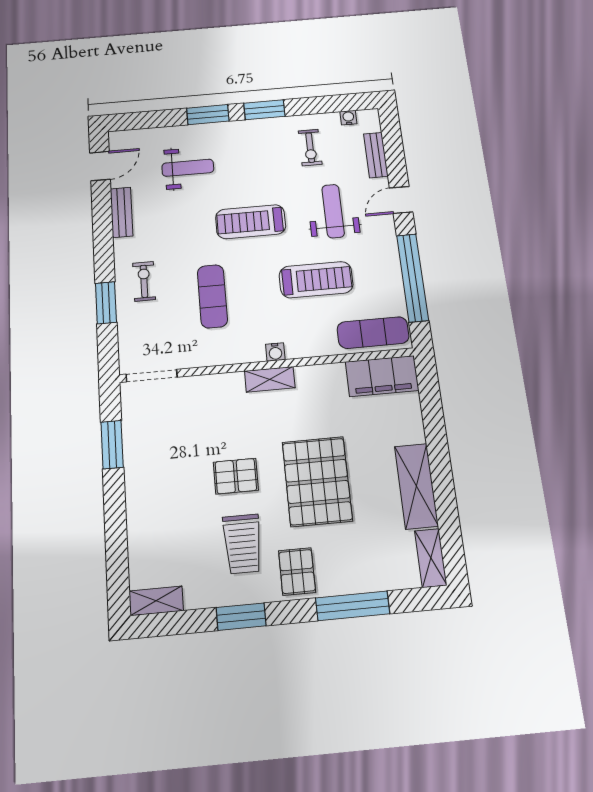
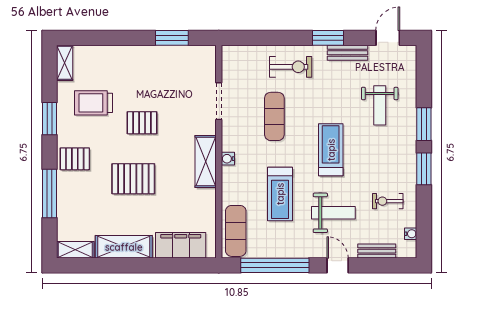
door: (100, 166) -> (388, 38), swing flipped
exercise bike: (144, 281) -> (291, 67), width x1.38, depth x1.39
exercise mat: (212, 296) -> (274, 116), turned 90
window: (106, 303) -> (328, 38), moved
doorway: (152, 376) -> (219, 101), moved
filing cabinet: (382, 376) -> (181, 245), moved, turned 90
shelving: (270, 379) -> (206, 161), width x1.50, depth x1.33
pallet: (236, 476) -> (142, 123), turned 90
pallet: (317, 481) -> (133, 179), width x0.73, depth x0.71
trolley: (242, 544) -> (93, 103), moved

